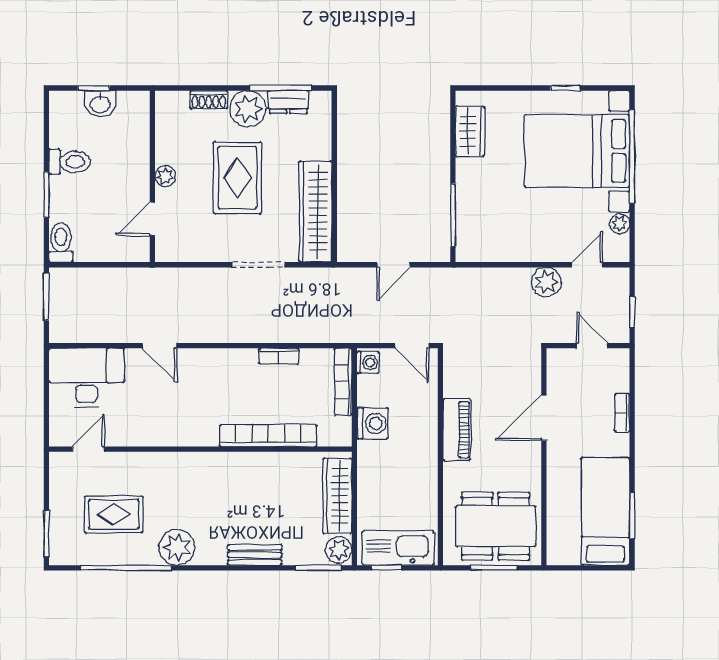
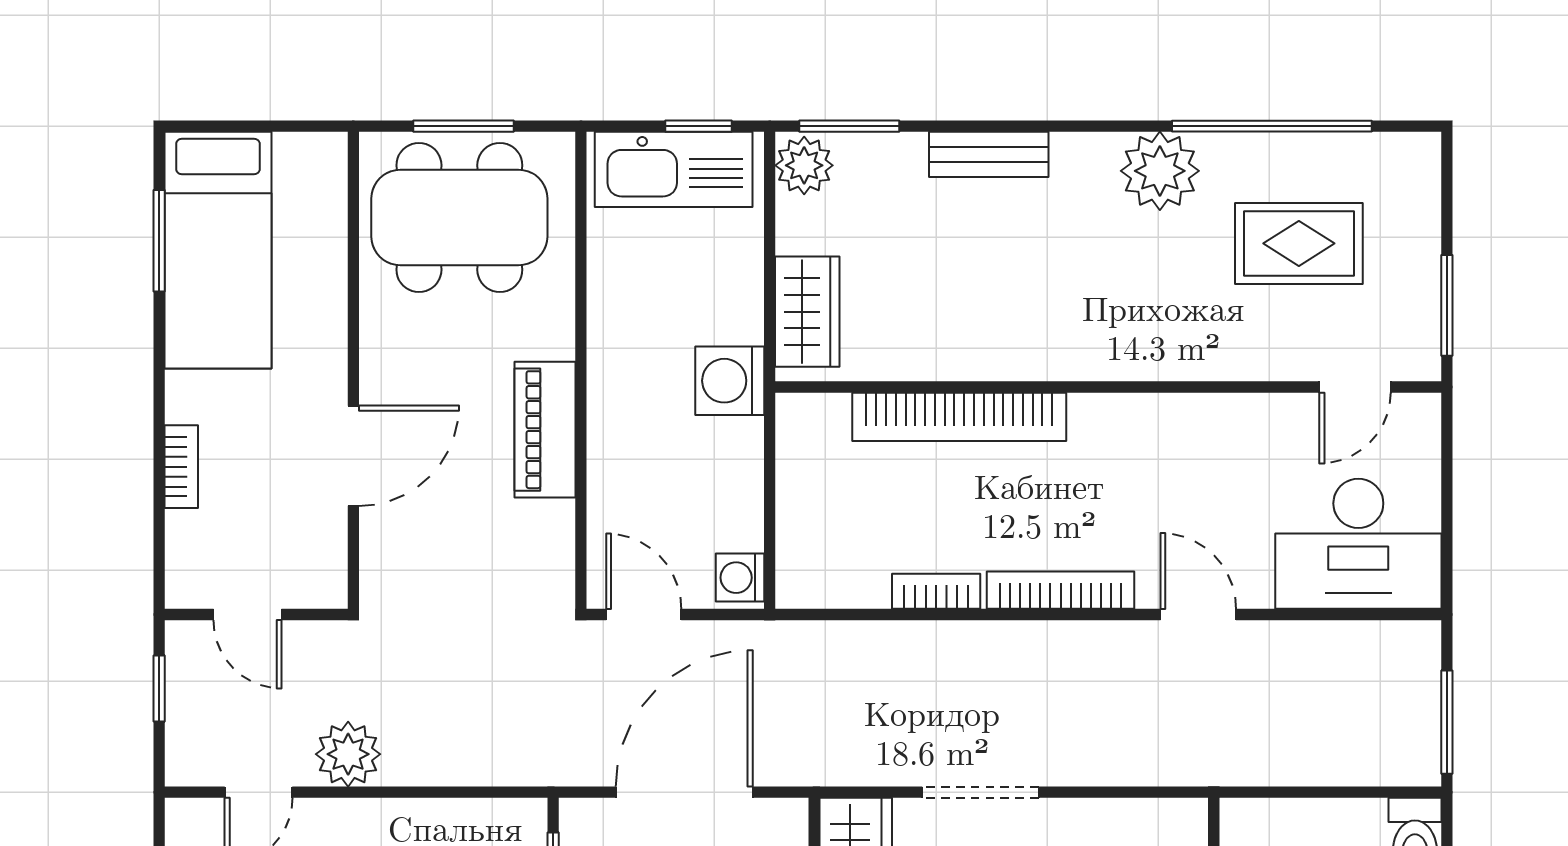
door: (393, 265) -> (684, 792), width x1.88
bookcase: (343, 382) -> (1061, 590), moved, turned -90
washing machine: (373, 423) -> (730, 381), moved
wardrobe: (337, 496) -> (807, 312), width x0.67
window: (46, 534) -> (1447, 305), moved

